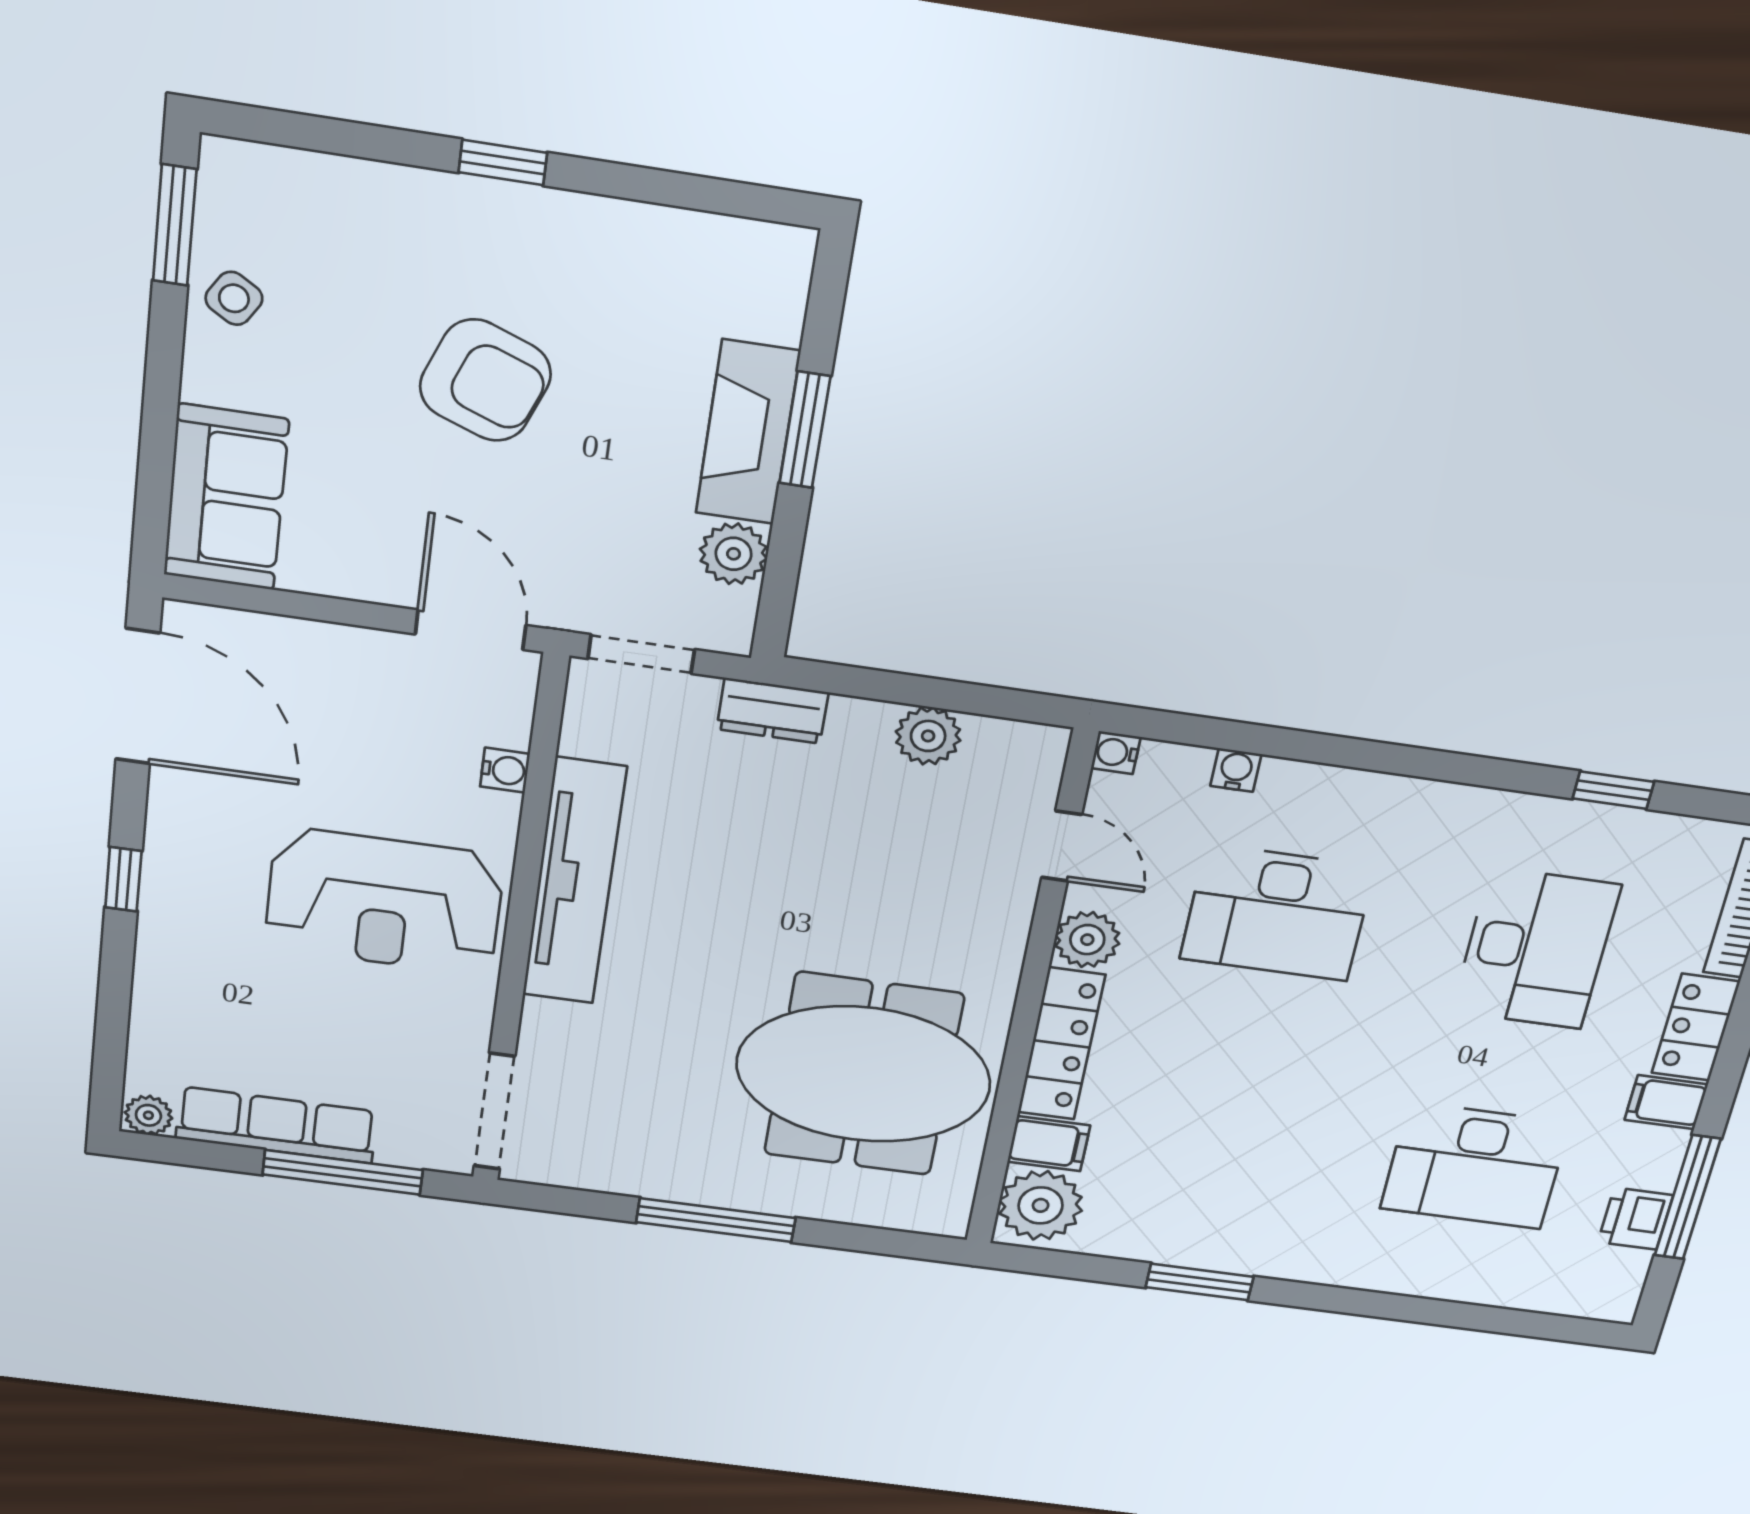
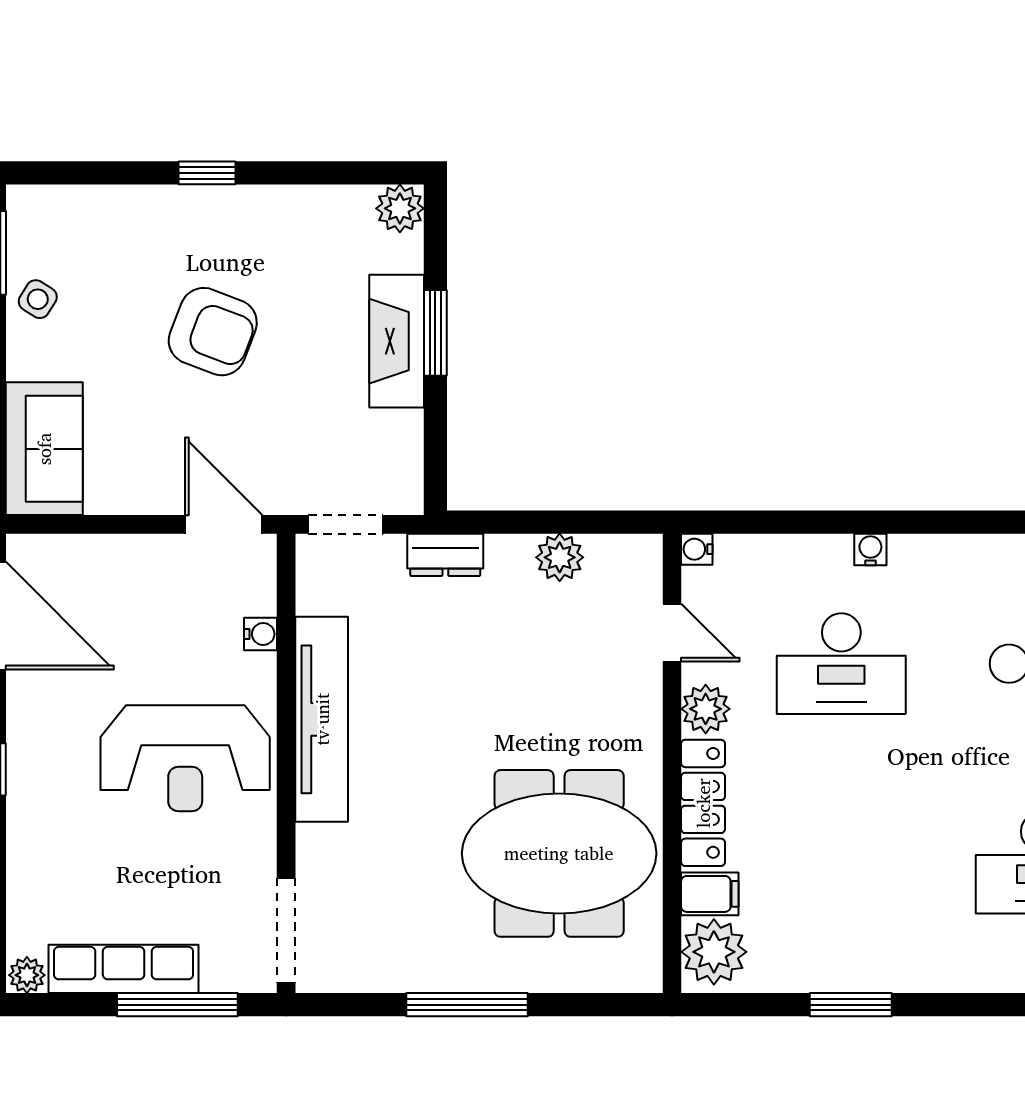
plant: (734, 554) -> (400, 208), moved
water cooler: (1236, 770) -> (870, 550), moved

